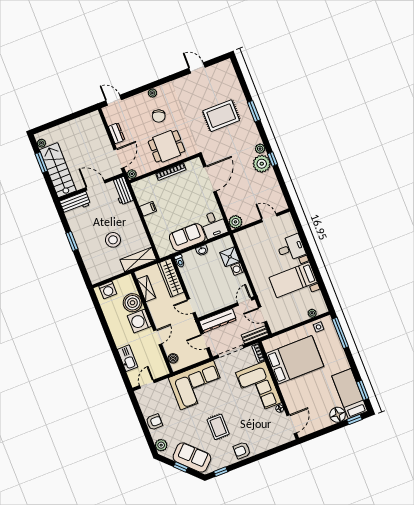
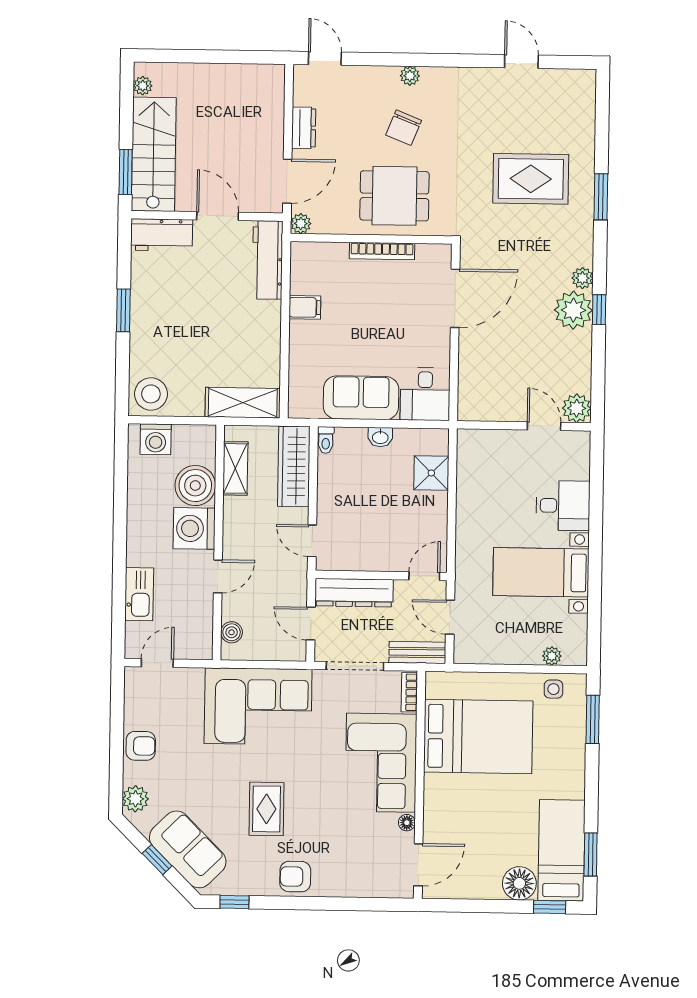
window: (41, 162) -> (126, 172), moved
workbench: (122, 191) -> (268, 260), width x1.38
plant: (235, 222) -> (577, 408), moved
stool: (113, 240) -> (151, 394), moved
washing machine: (237, 269) -> (437, 504), removed
window: (340, 333) -> (593, 719), width x0.69

